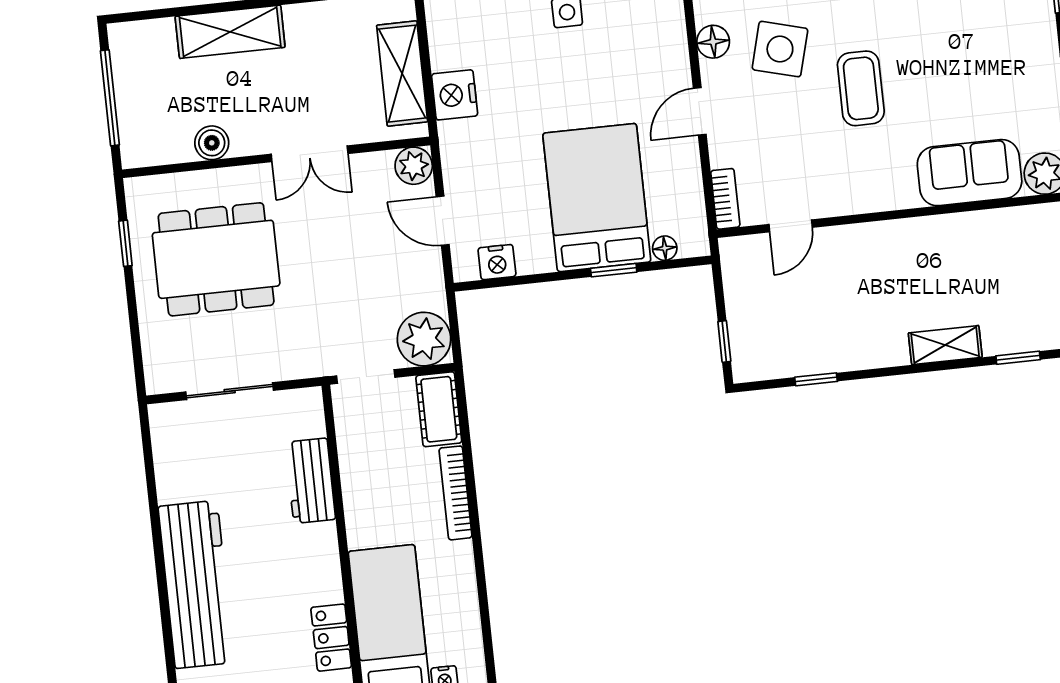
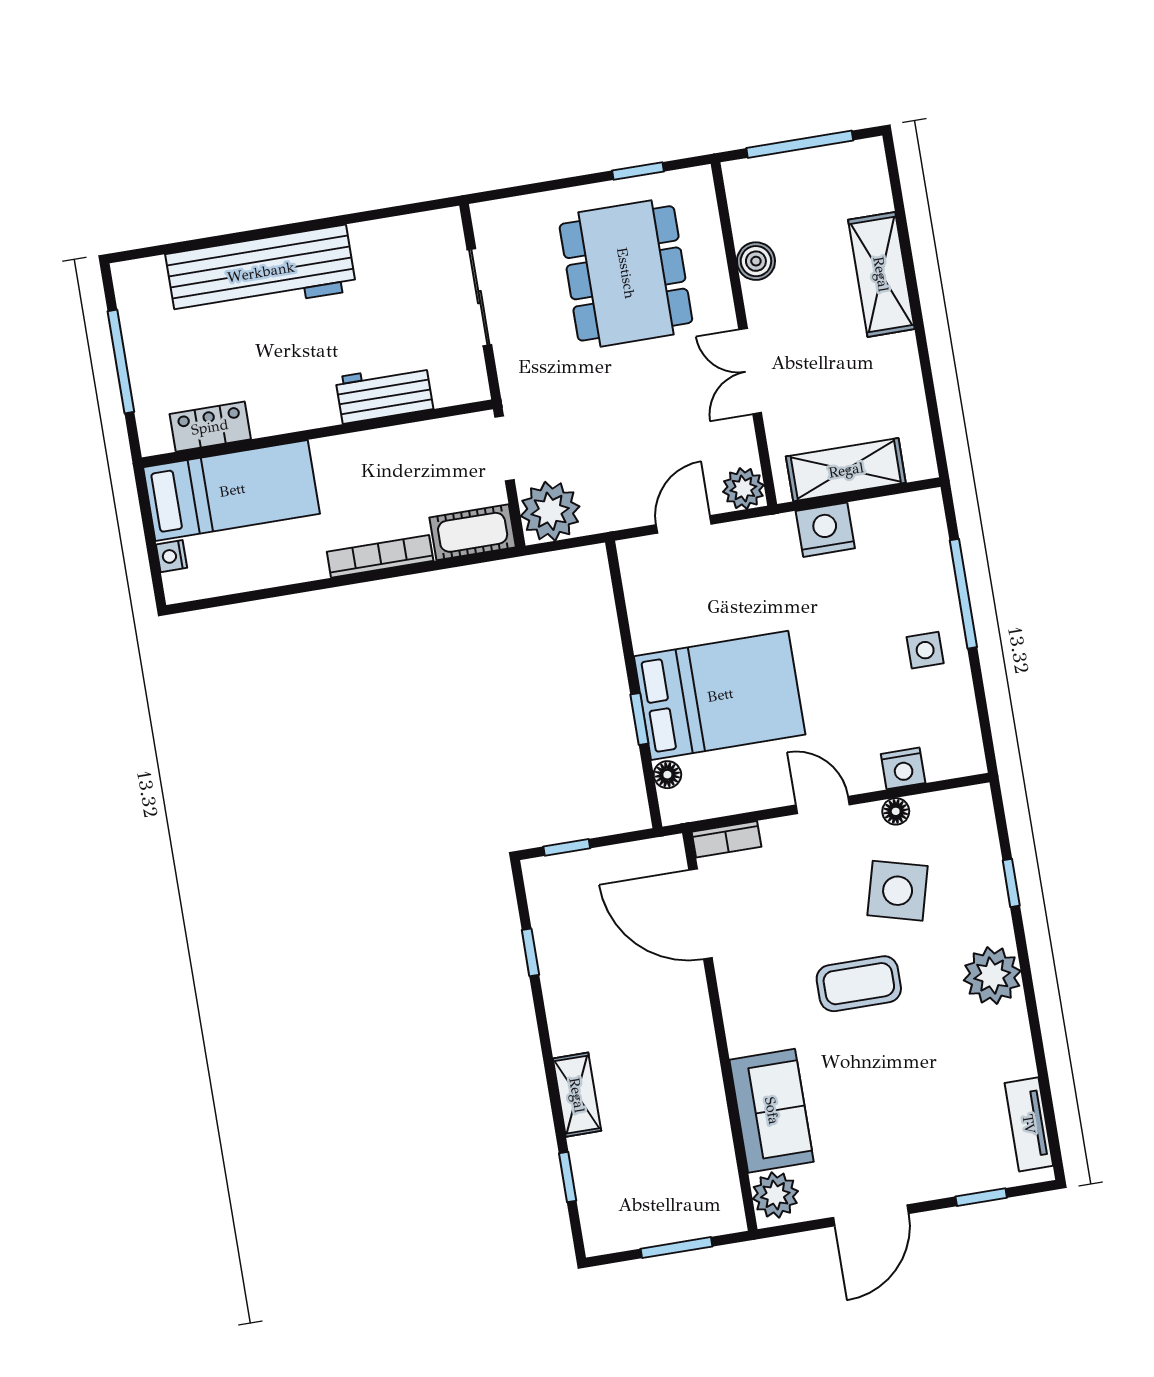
floor lamp: (713, 42) -> (896, 811), width x0.73, depth x0.73
door: (791, 226) -> (700, 914), width x1.87
nightstand: (497, 262) -> (903, 768), moved, turned -90

